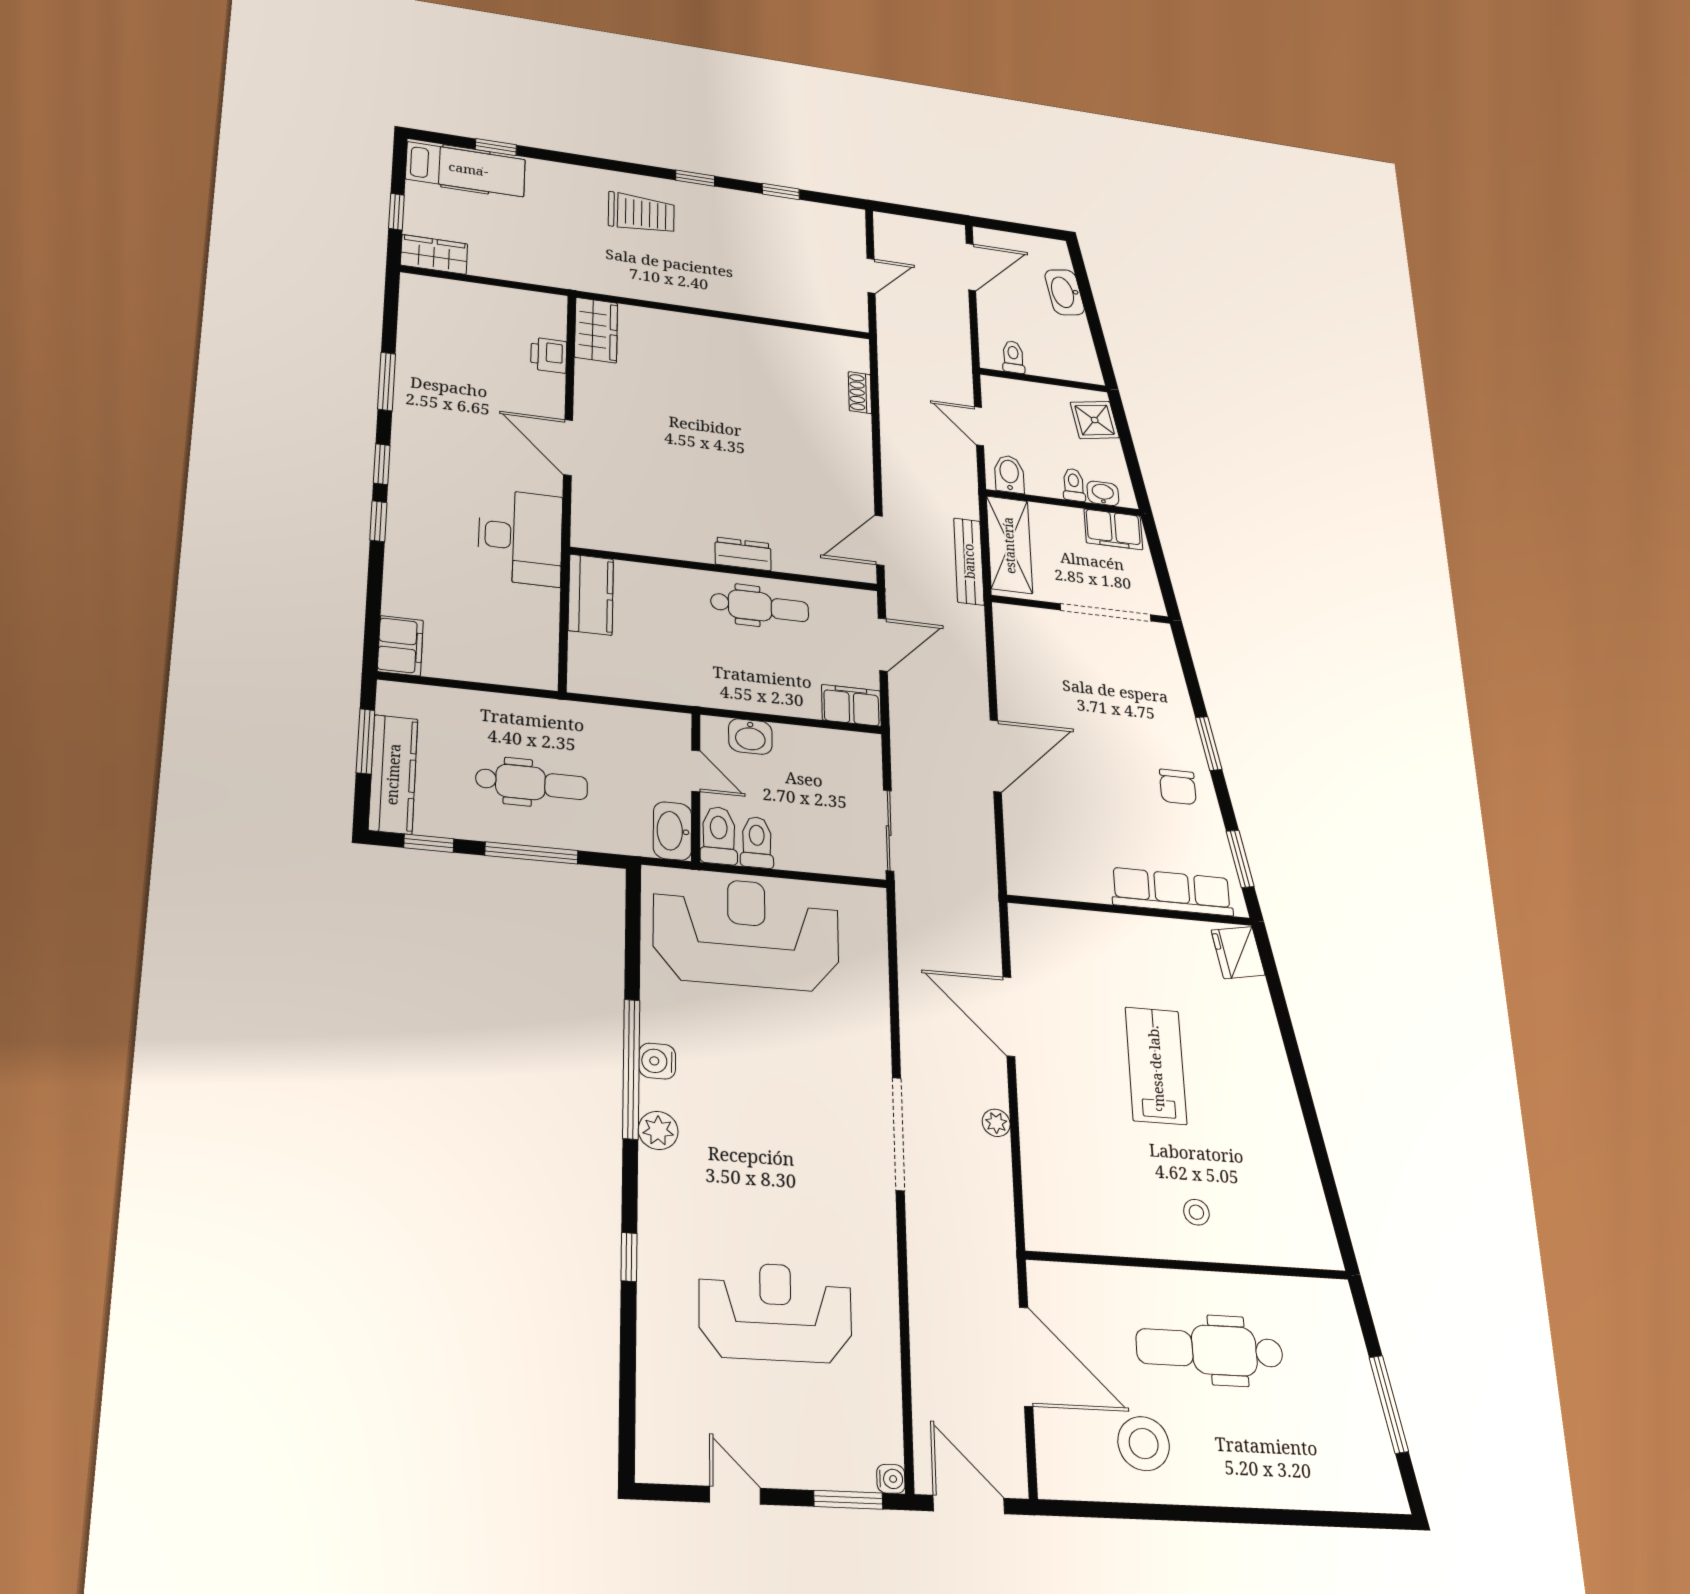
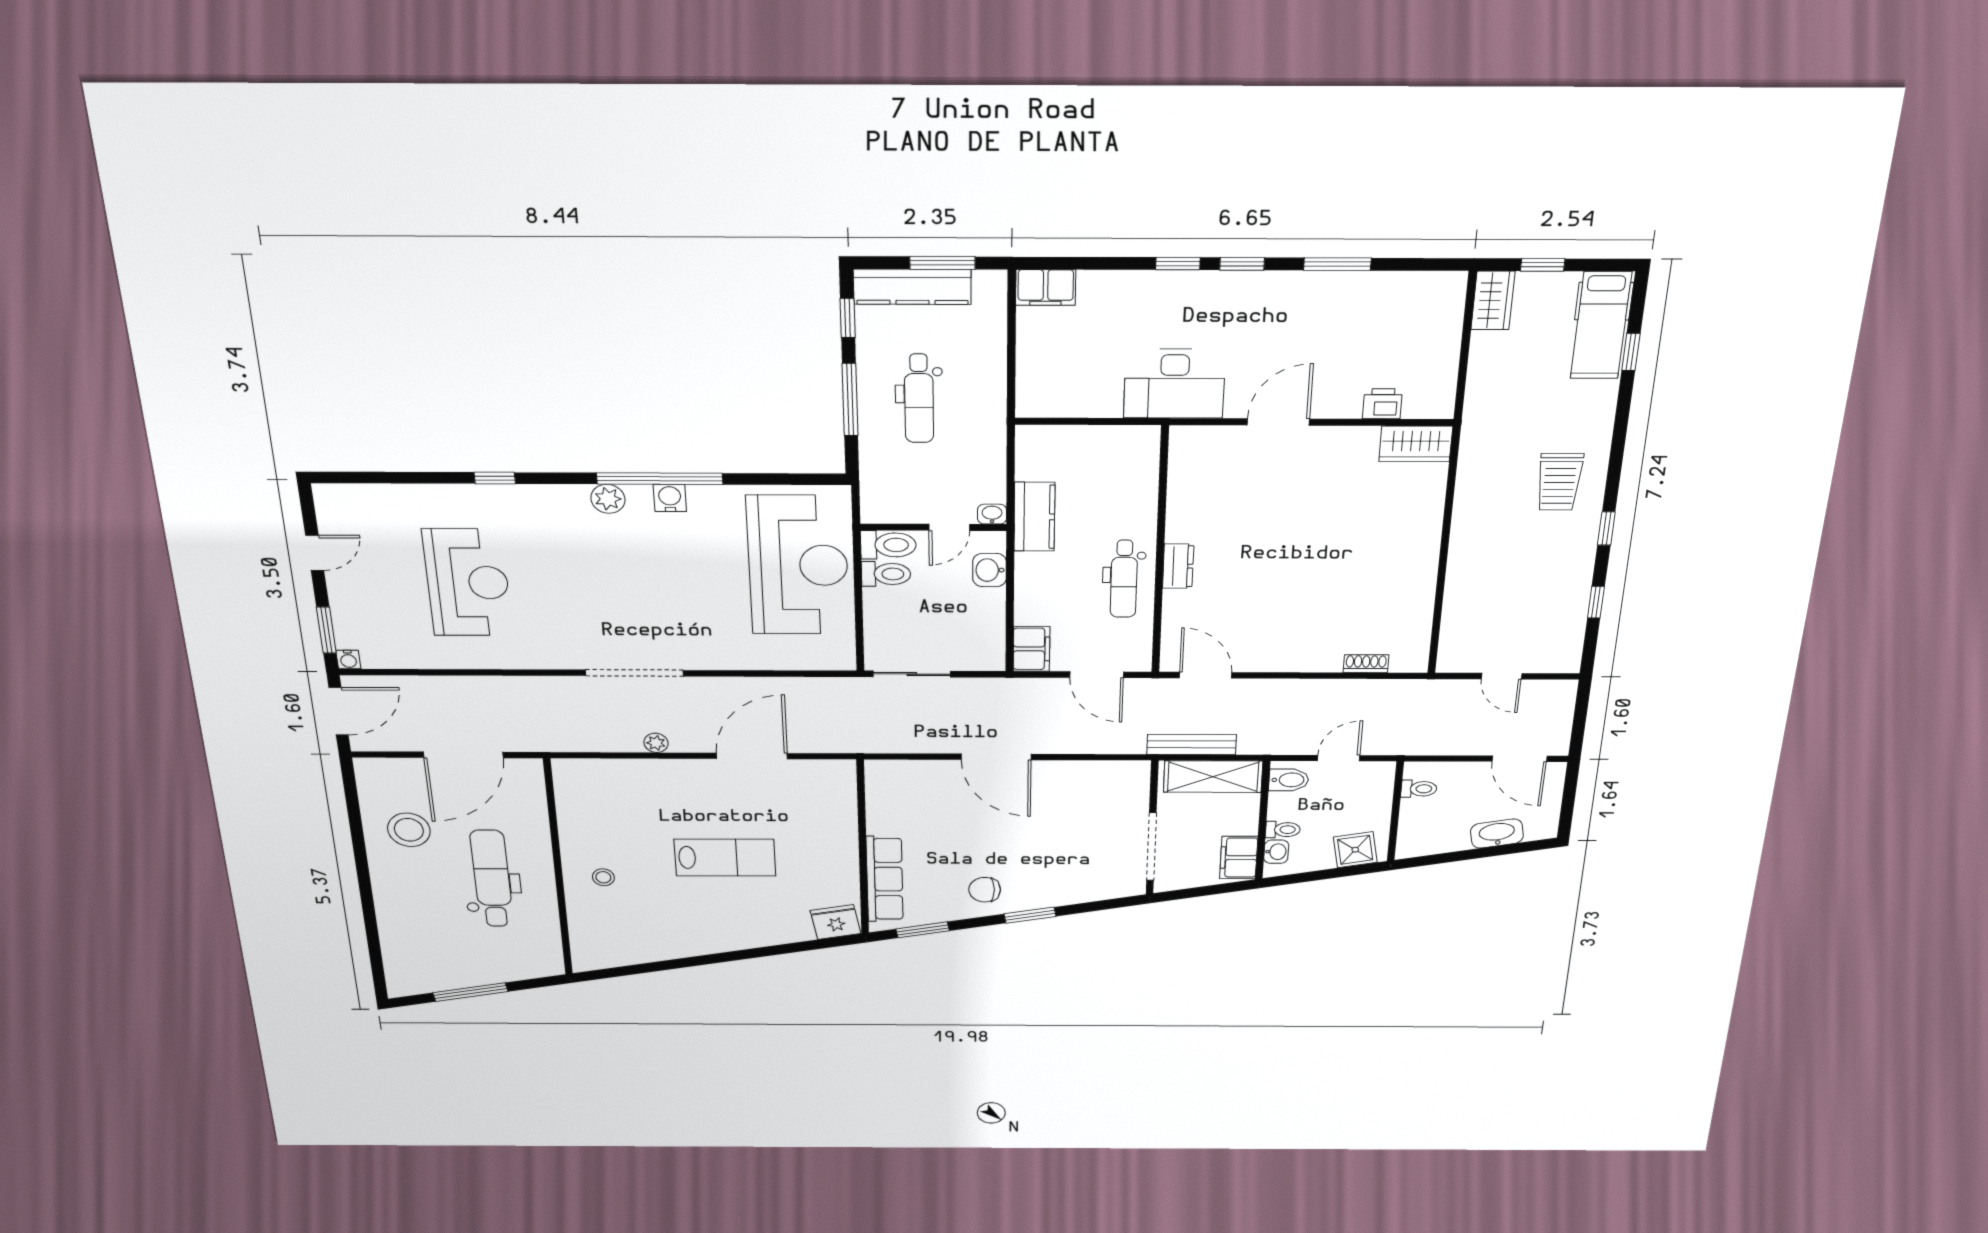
kitchen counter: (591, 595) -> (1034, 517), moved, turned -90
washbasin: (672, 831) -> (992, 514), moved, width x0.52, depth x0.69

